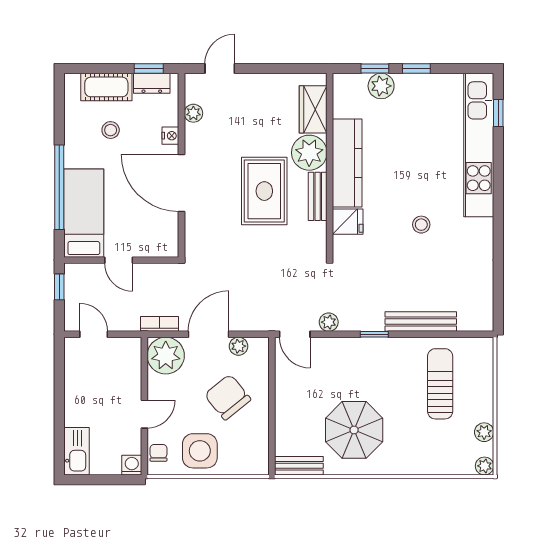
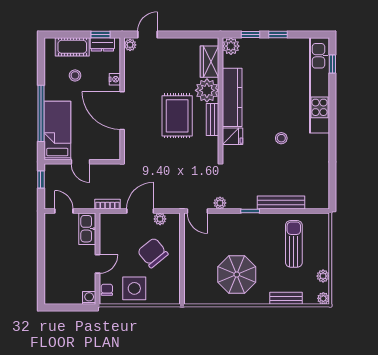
plant: (381, 86) -> (231, 46), moved
plant: (193, 113) -> (130, 45), moved
plant: (166, 356) -> (112, 225), removed
kitchen sink: (76, 451) -> (87, 229), moved, turned 180
bench: (299, 466) -> (286, 298), moved

